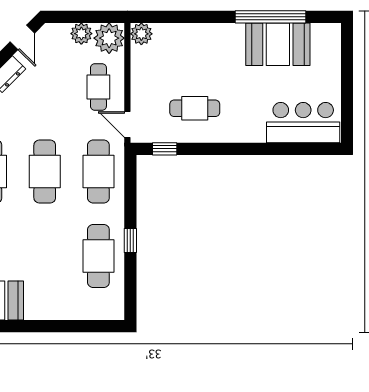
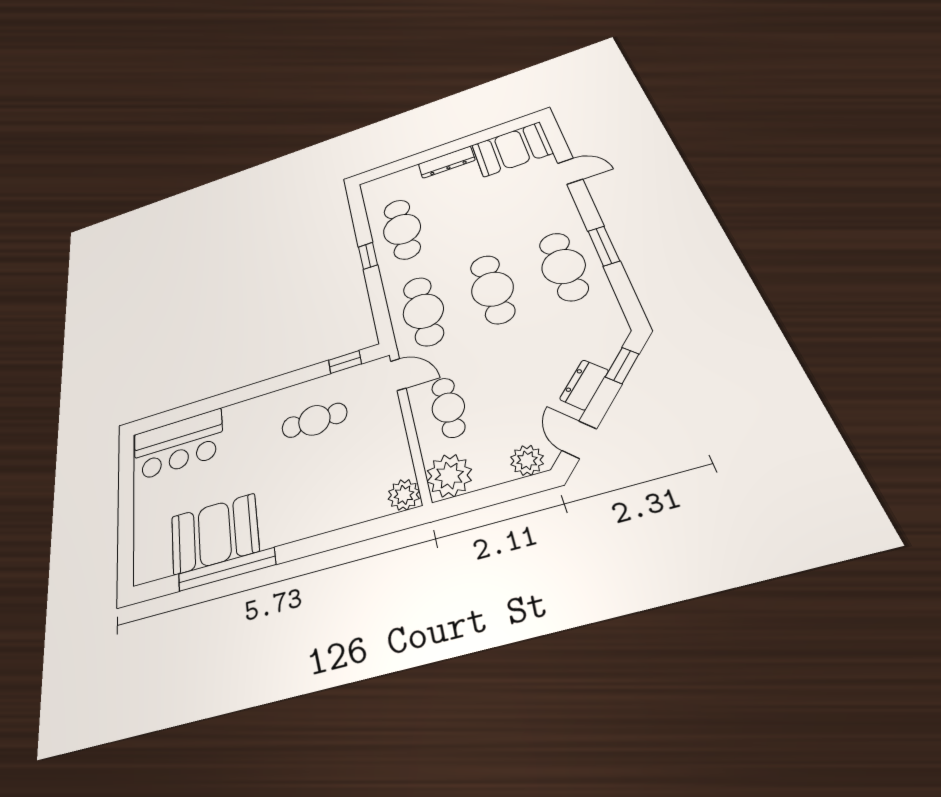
plant: (81, 34) -> (527, 460), moved
dresser: (48, 311) -> (447, 162), added

